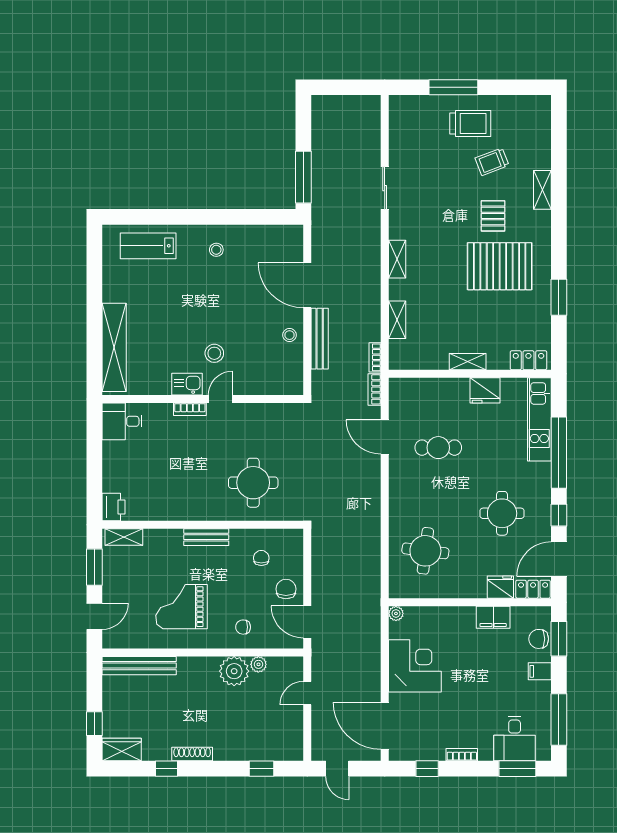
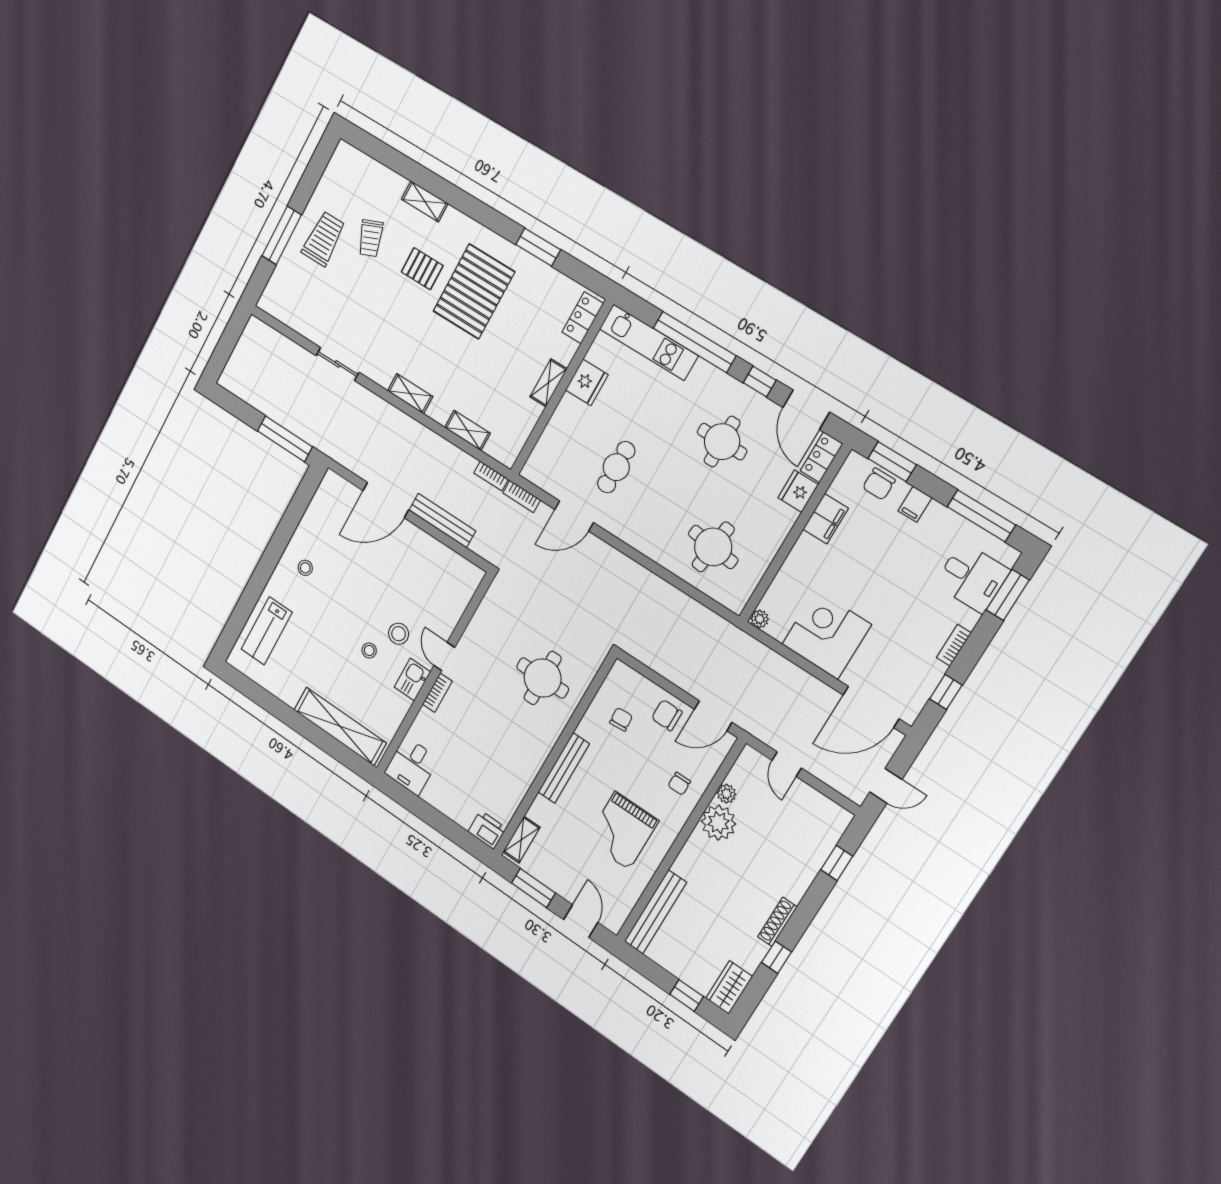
stool: (289, 335) -> (369, 650), moved
bench: (206, 537) -> (564, 768), width x1.36
chair: (261, 558) -> (621, 719), turned 86

